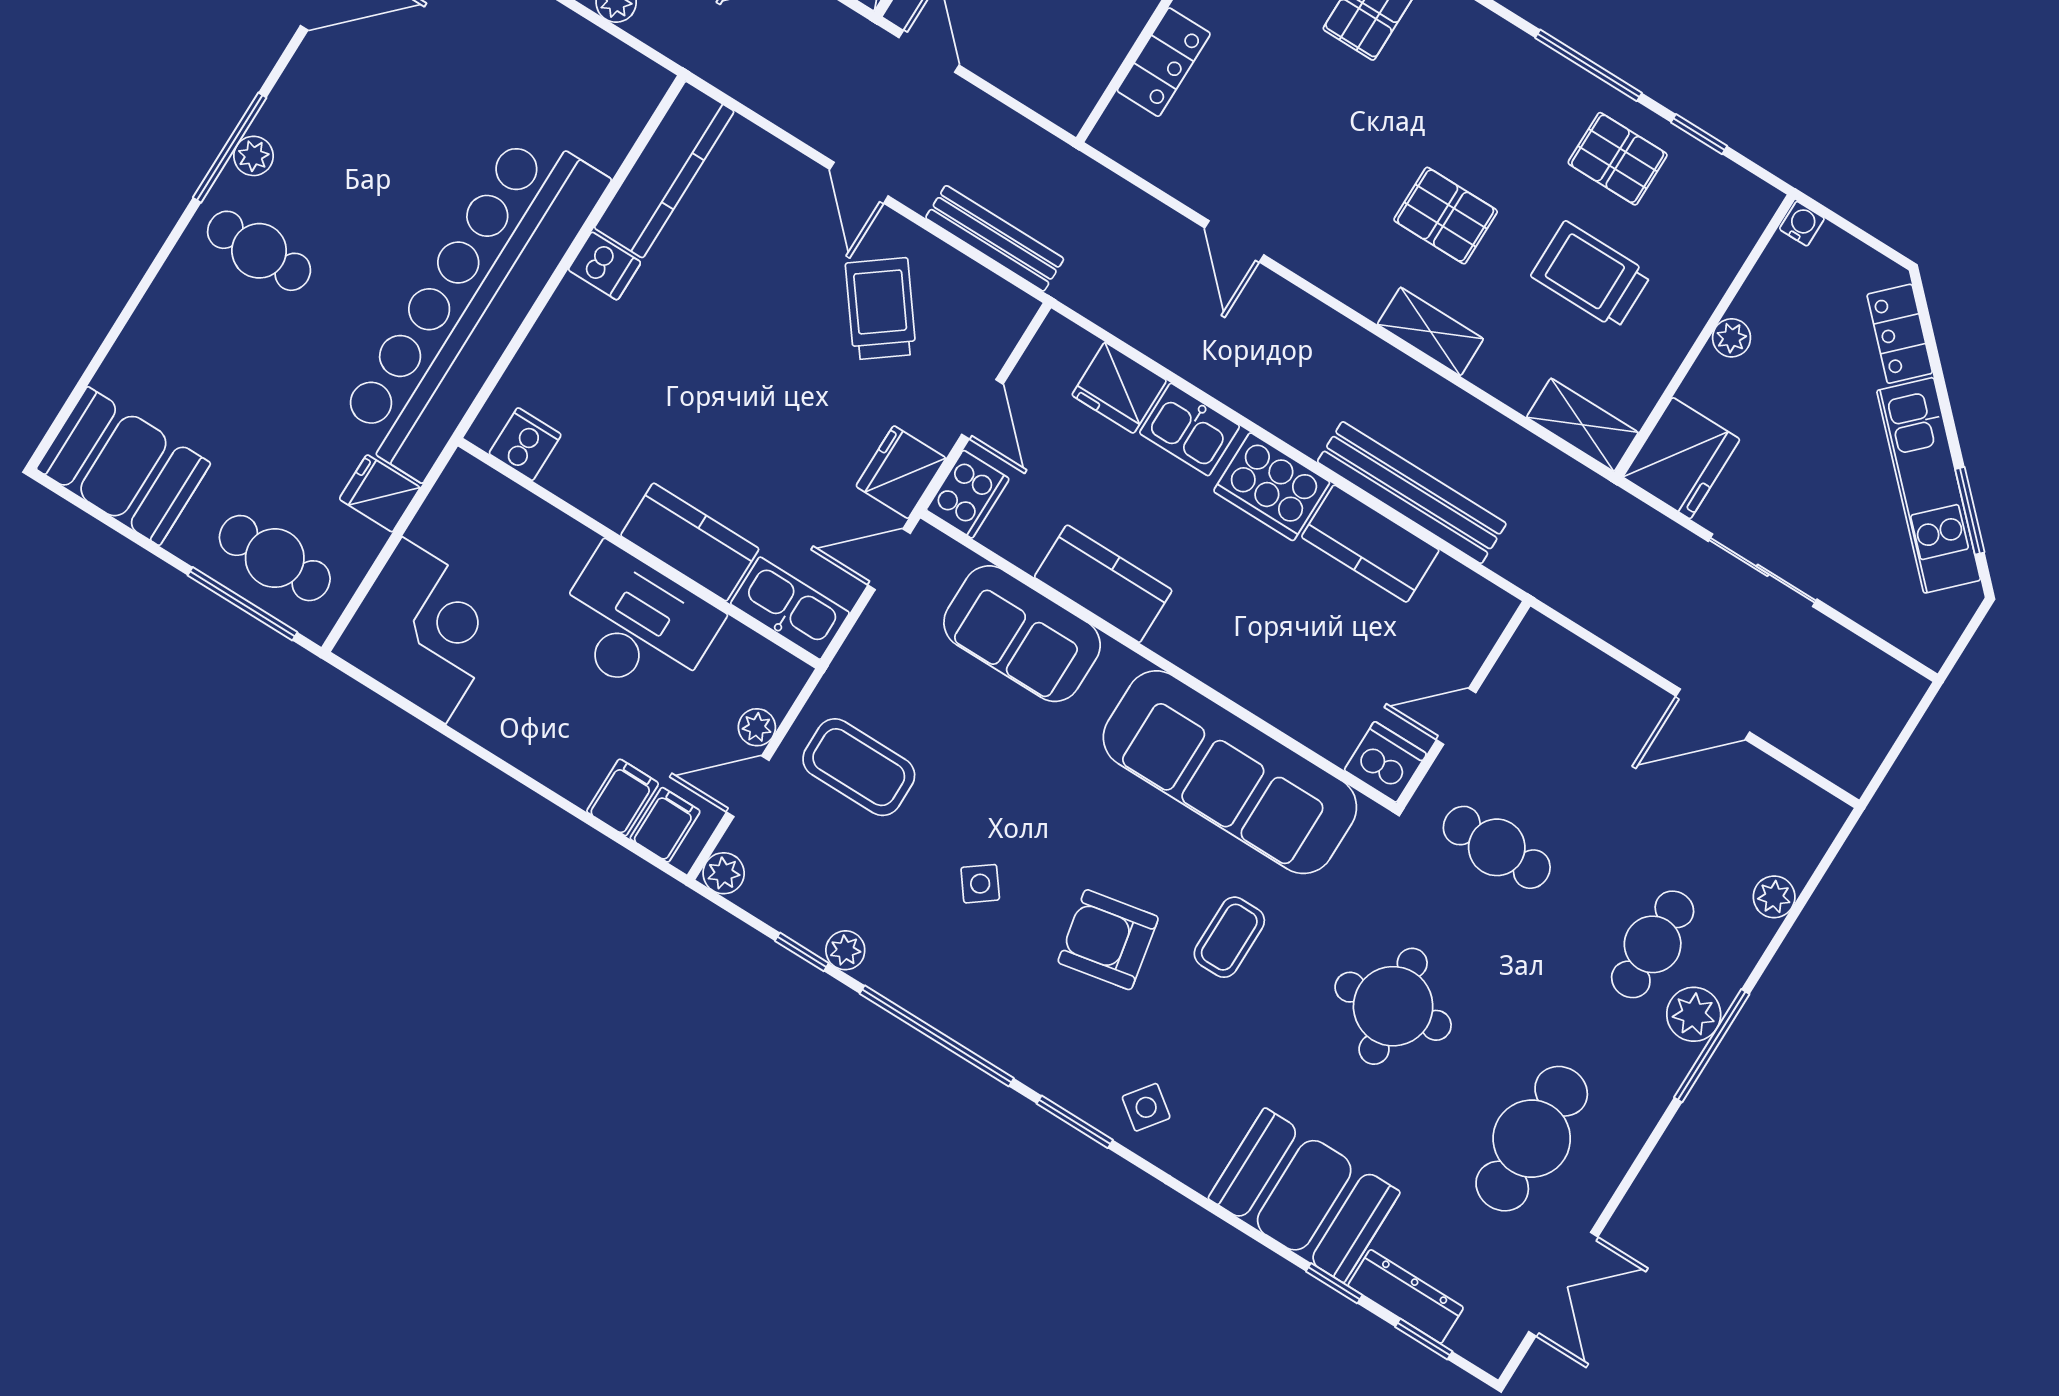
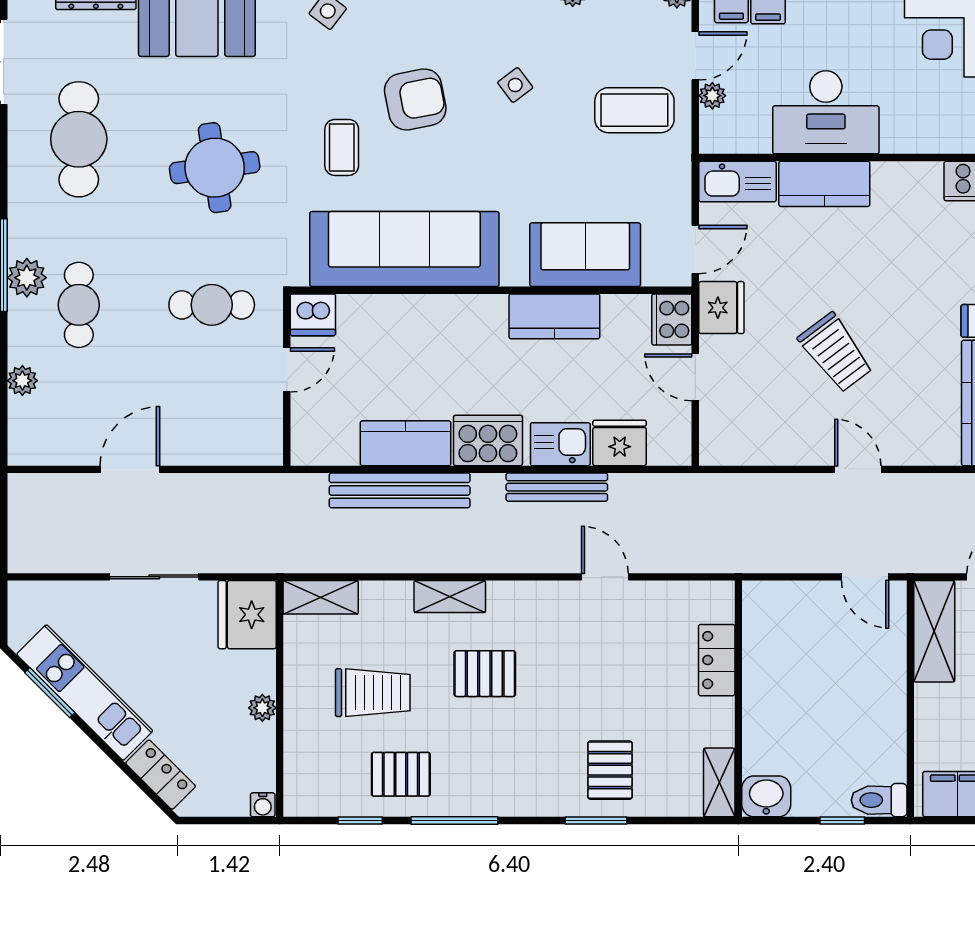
bench: (995, 238) -> (557, 487), moved
trolley: (881, 309) -> (836, 353), moved

